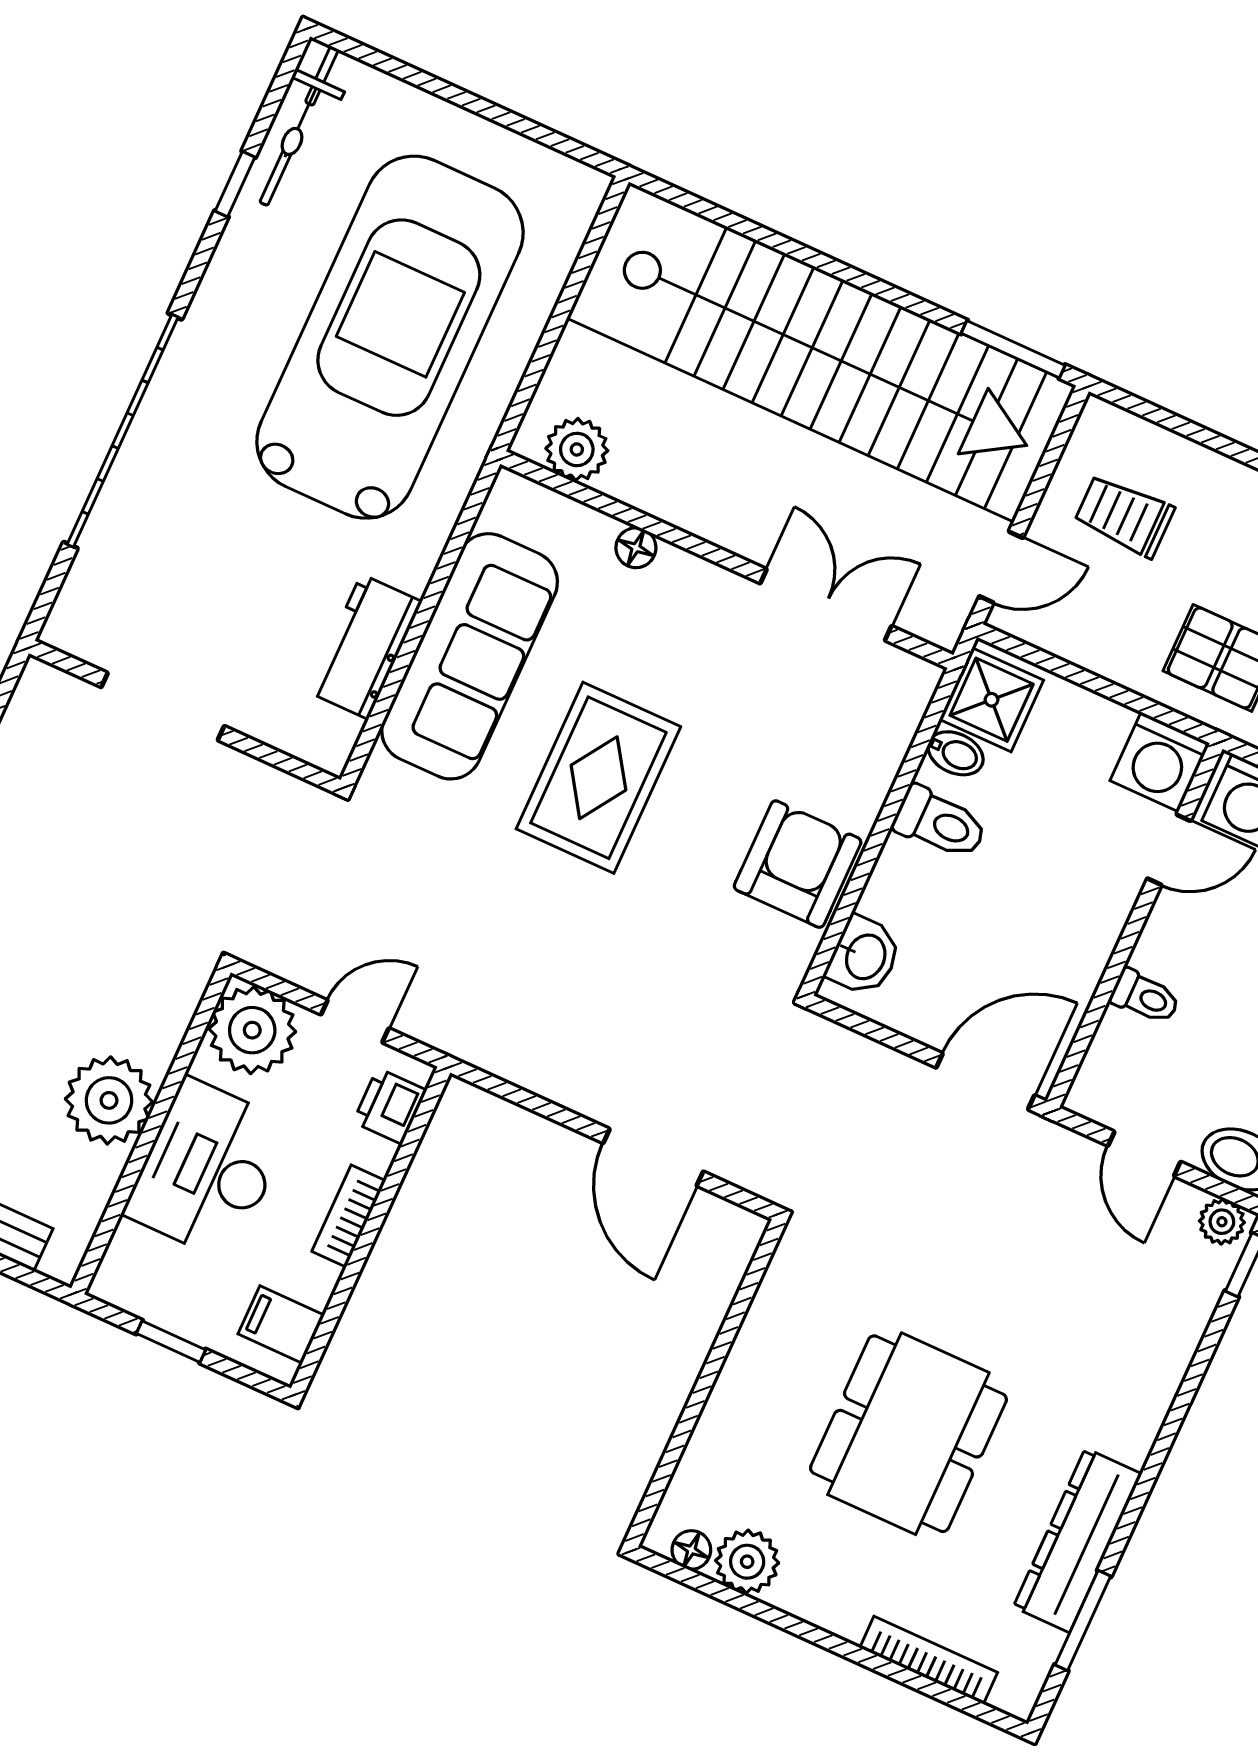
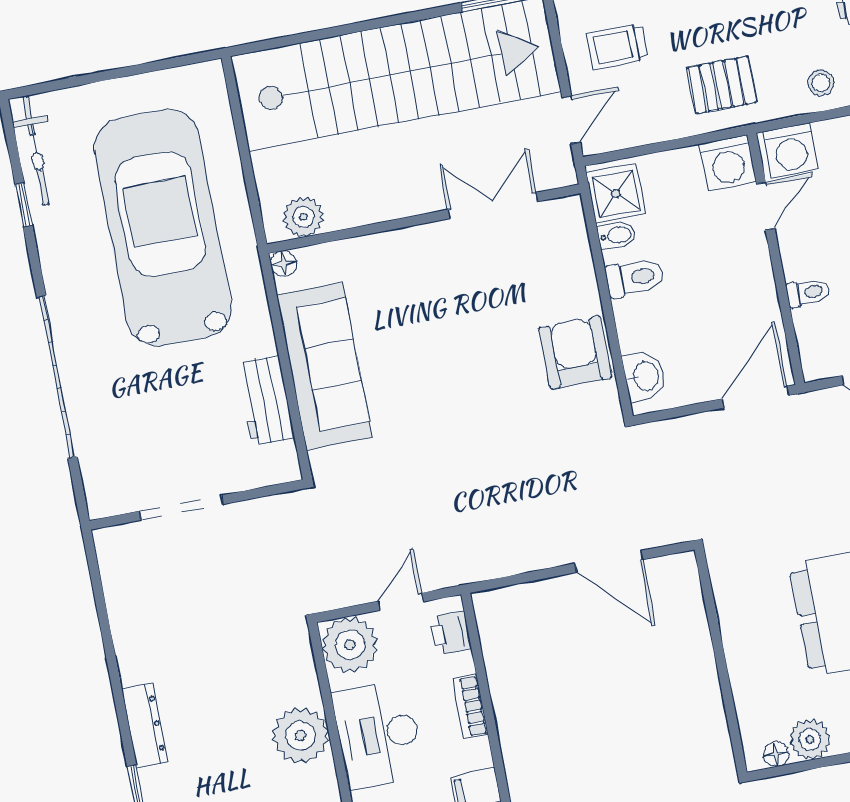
floor lamp: (636, 548) -> (284, 263), moved
rug: (598, 778) -> (438, 382), removed

